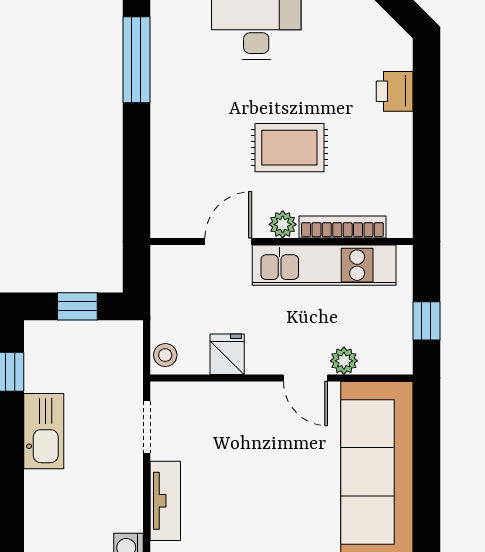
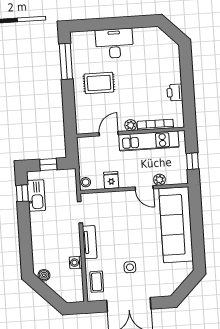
printer: (395, 91) -> (175, 92), moved
rug: (289, 148) -> (99, 83), moved
kitchen sink: (44, 431) -> (36, 195), moved

